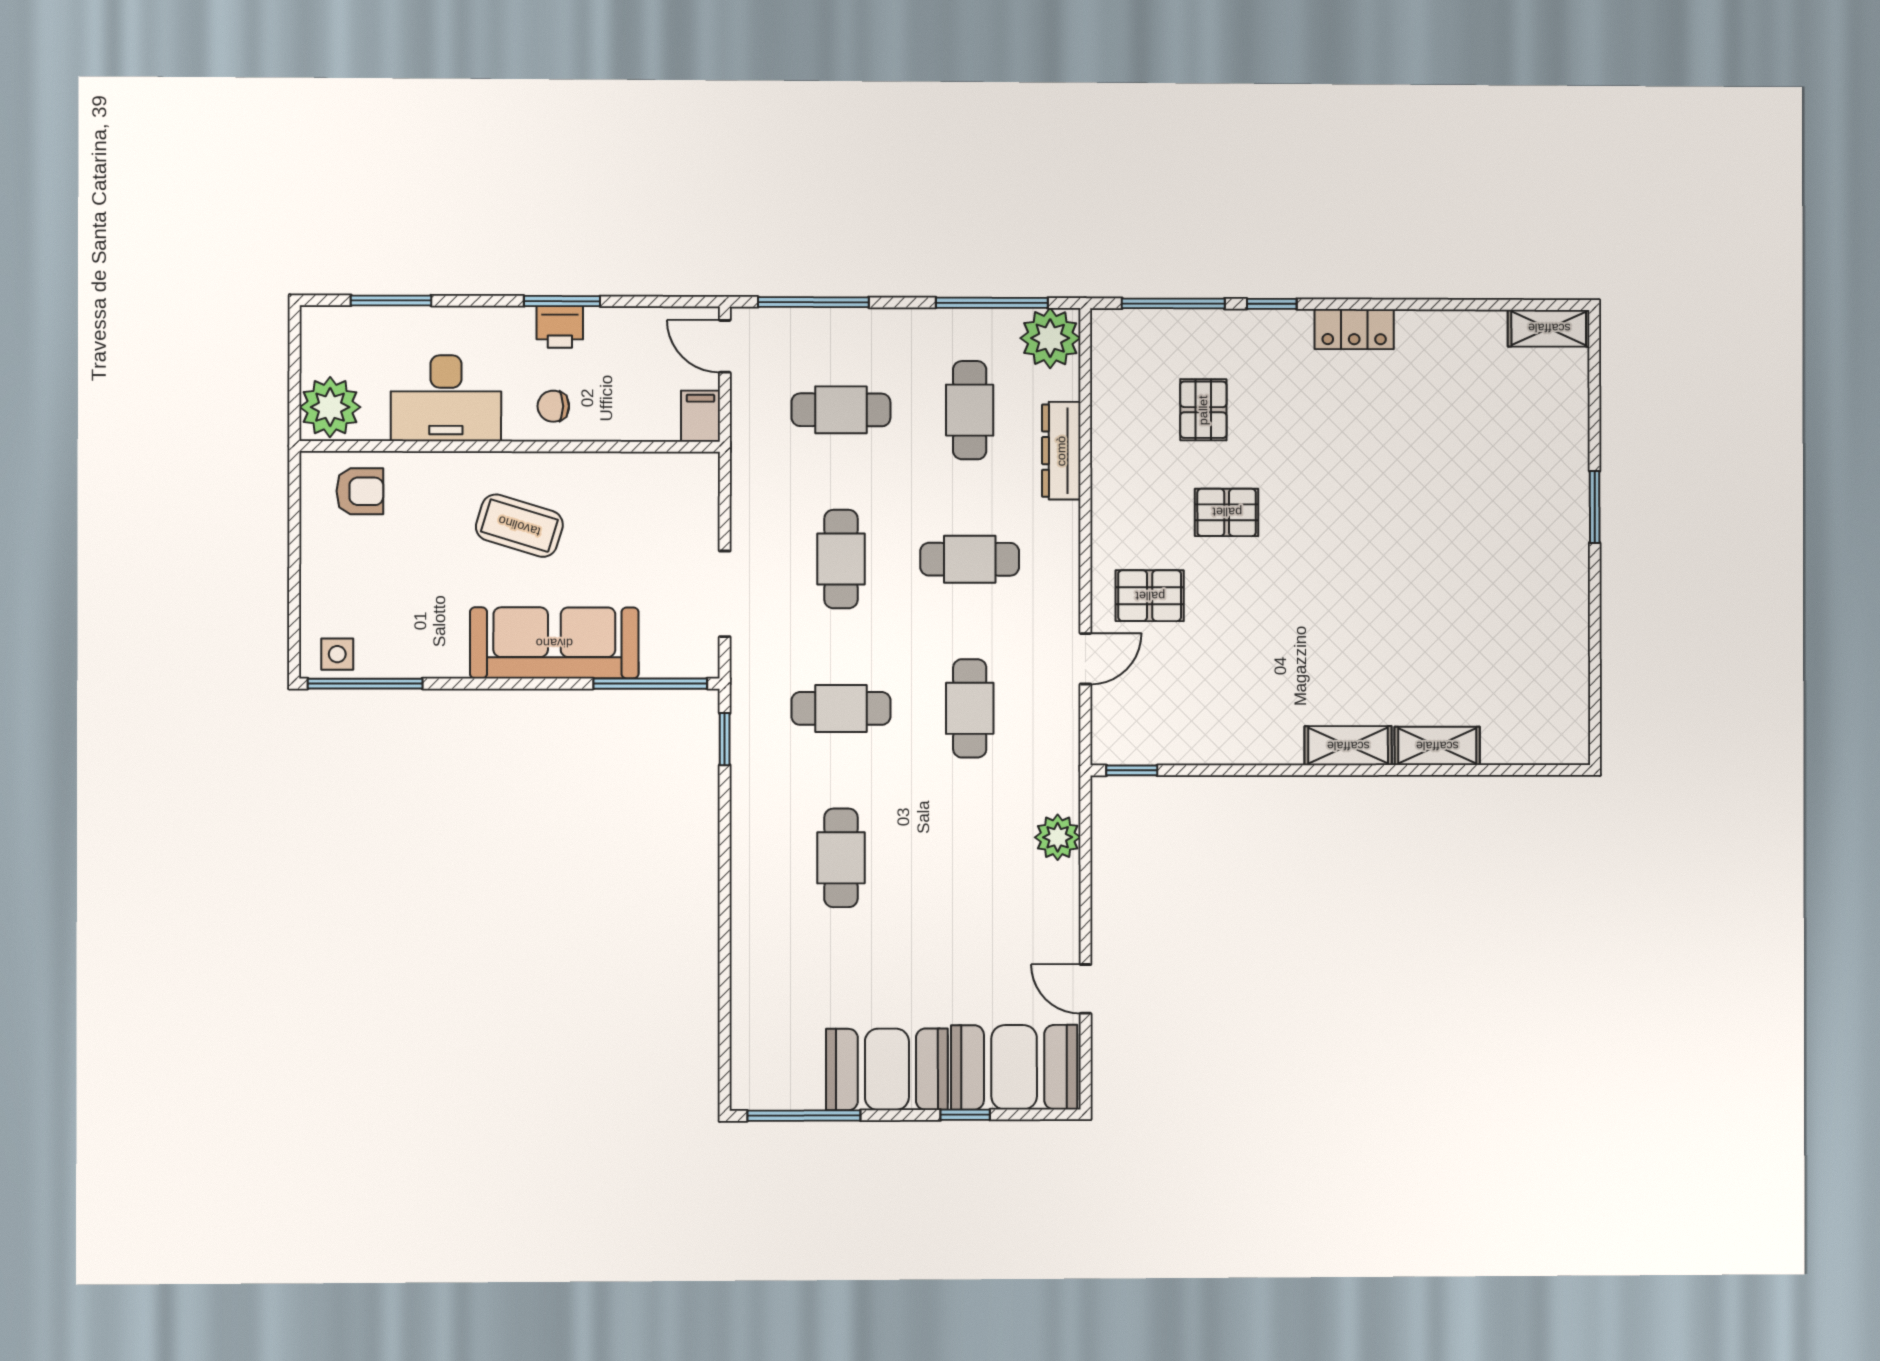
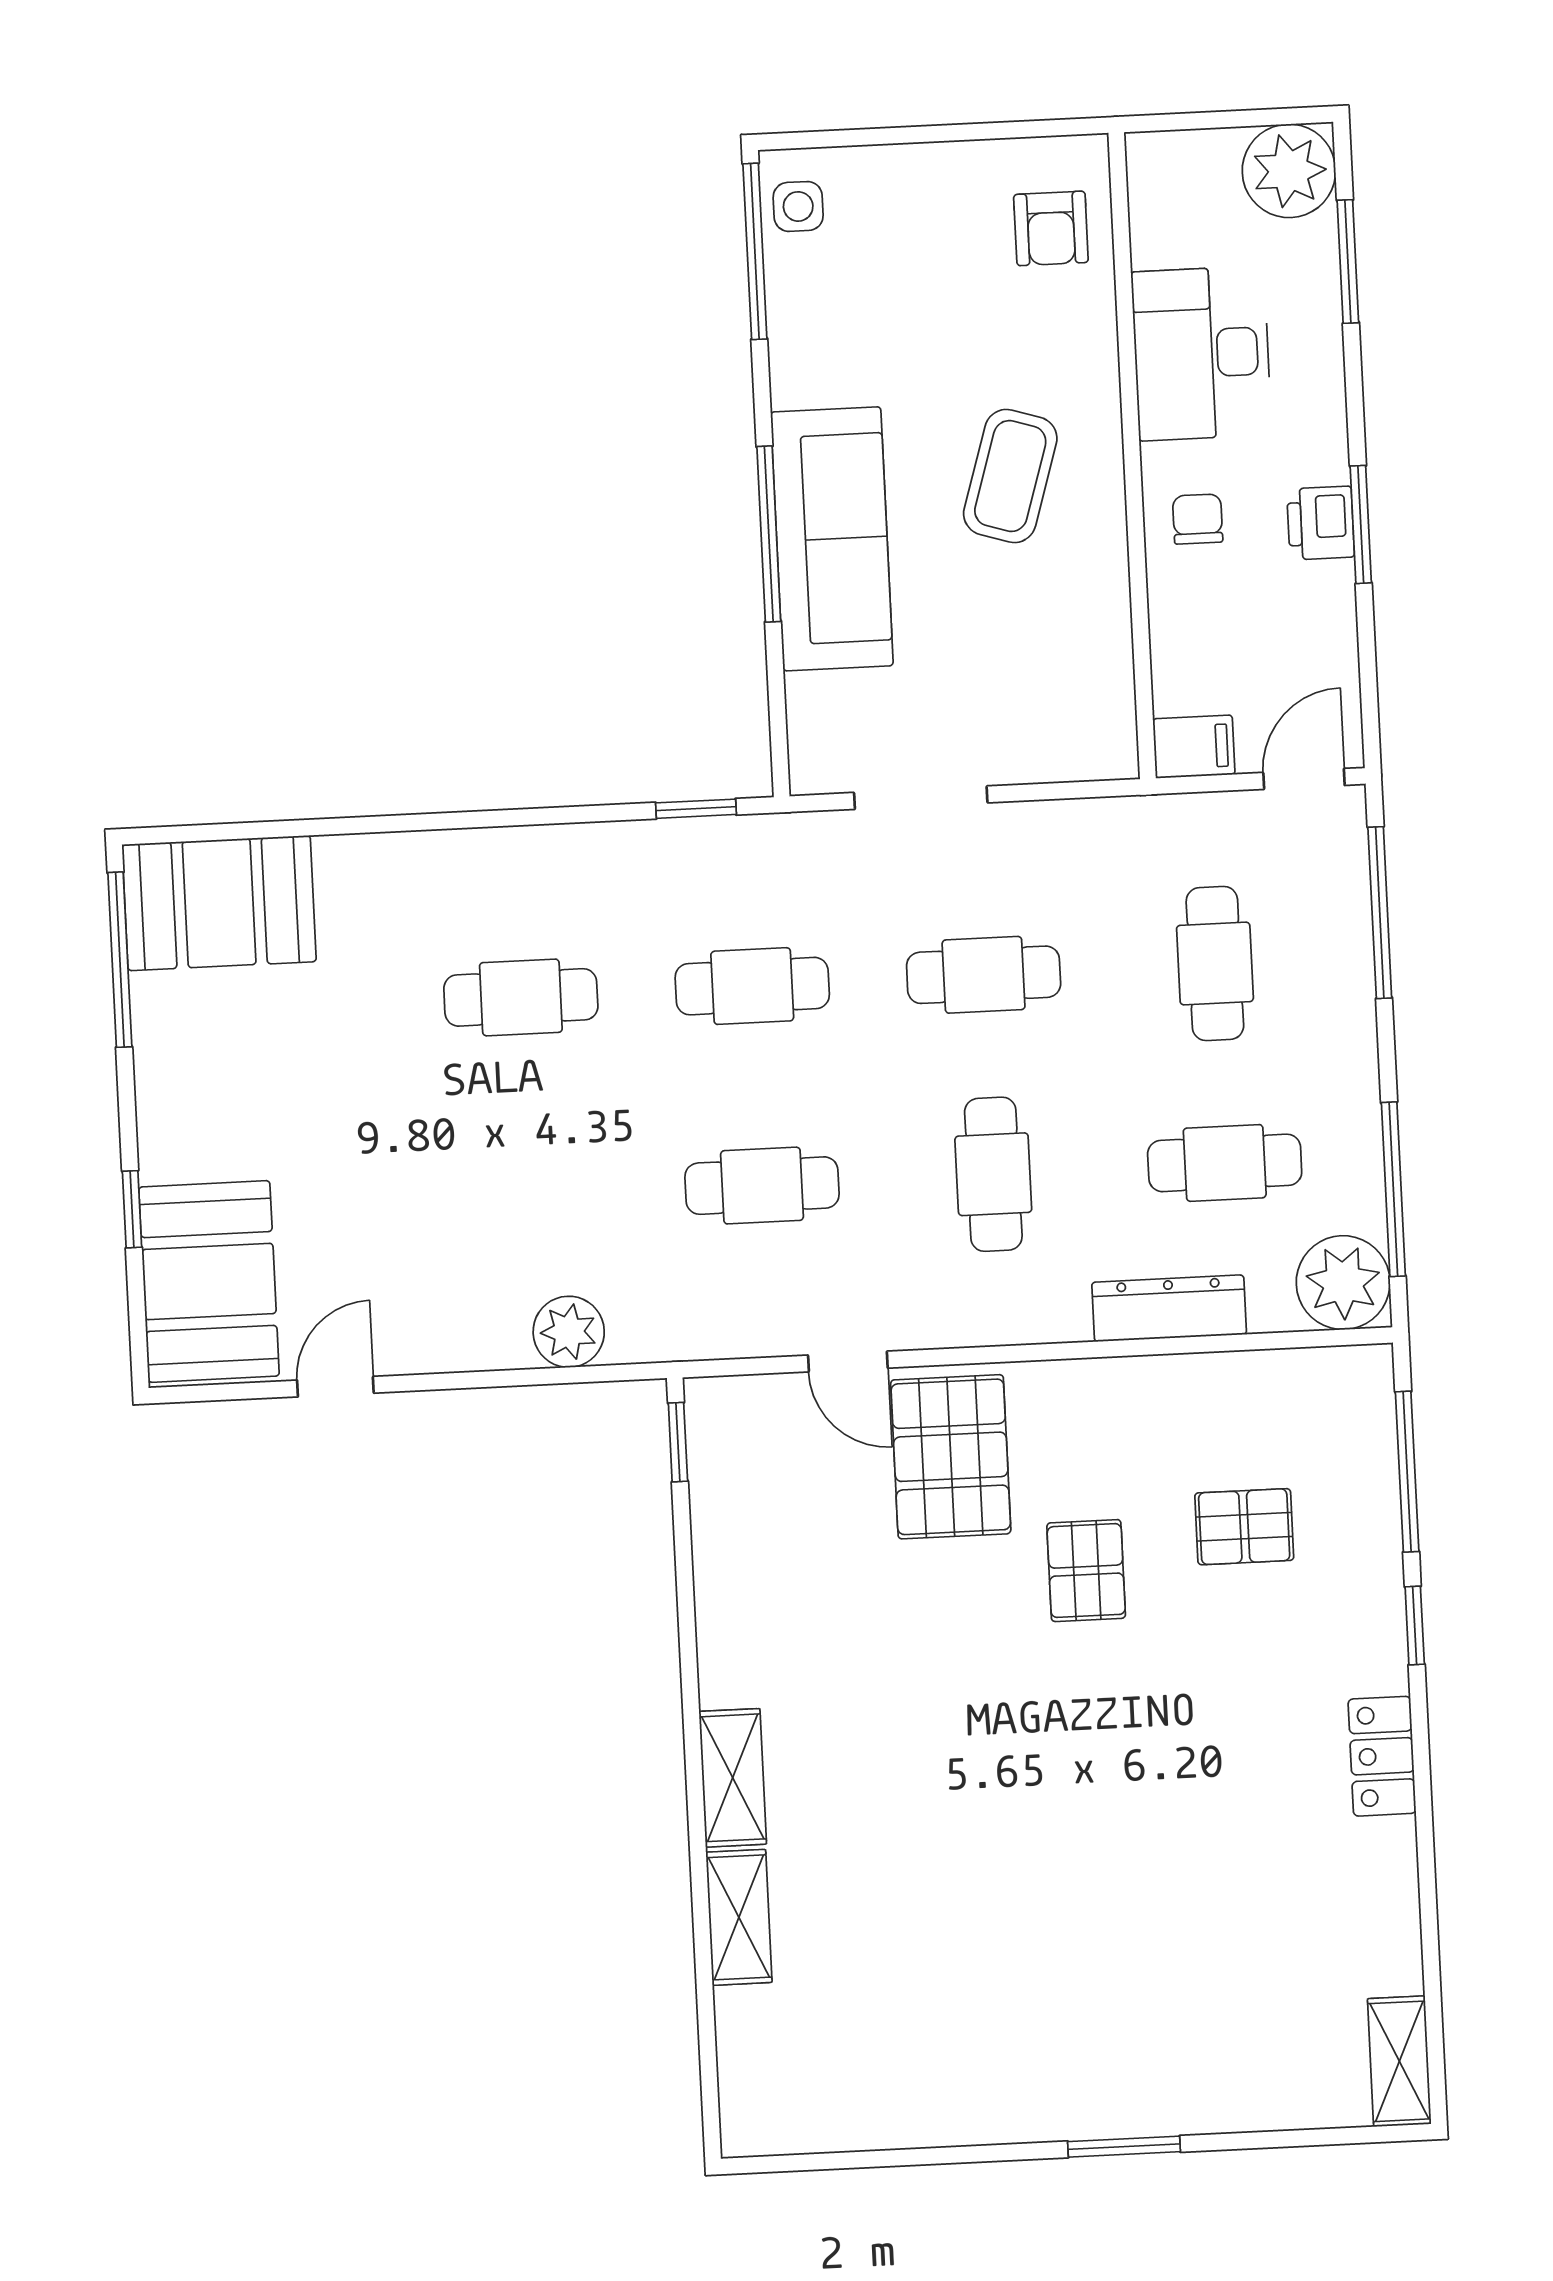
plant: (330, 407) -> (1289, 171), moved
pallet: (1150, 596) -> (951, 1457), width x1.50, depth x1.42
window: (650, 684) -> (769, 534), moved
cafe table: (841, 708) -> (752, 986), turned 90
booth: (887, 1069) -> (219, 903), moved, turned 90

